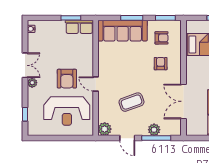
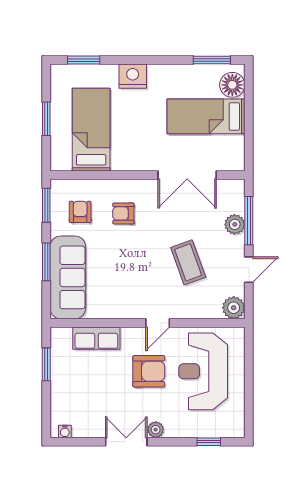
row of seats: (79, 27) -> (96, 338), moved, turned 90
reception desk: (67, 111) -> (203, 371), turned 180

